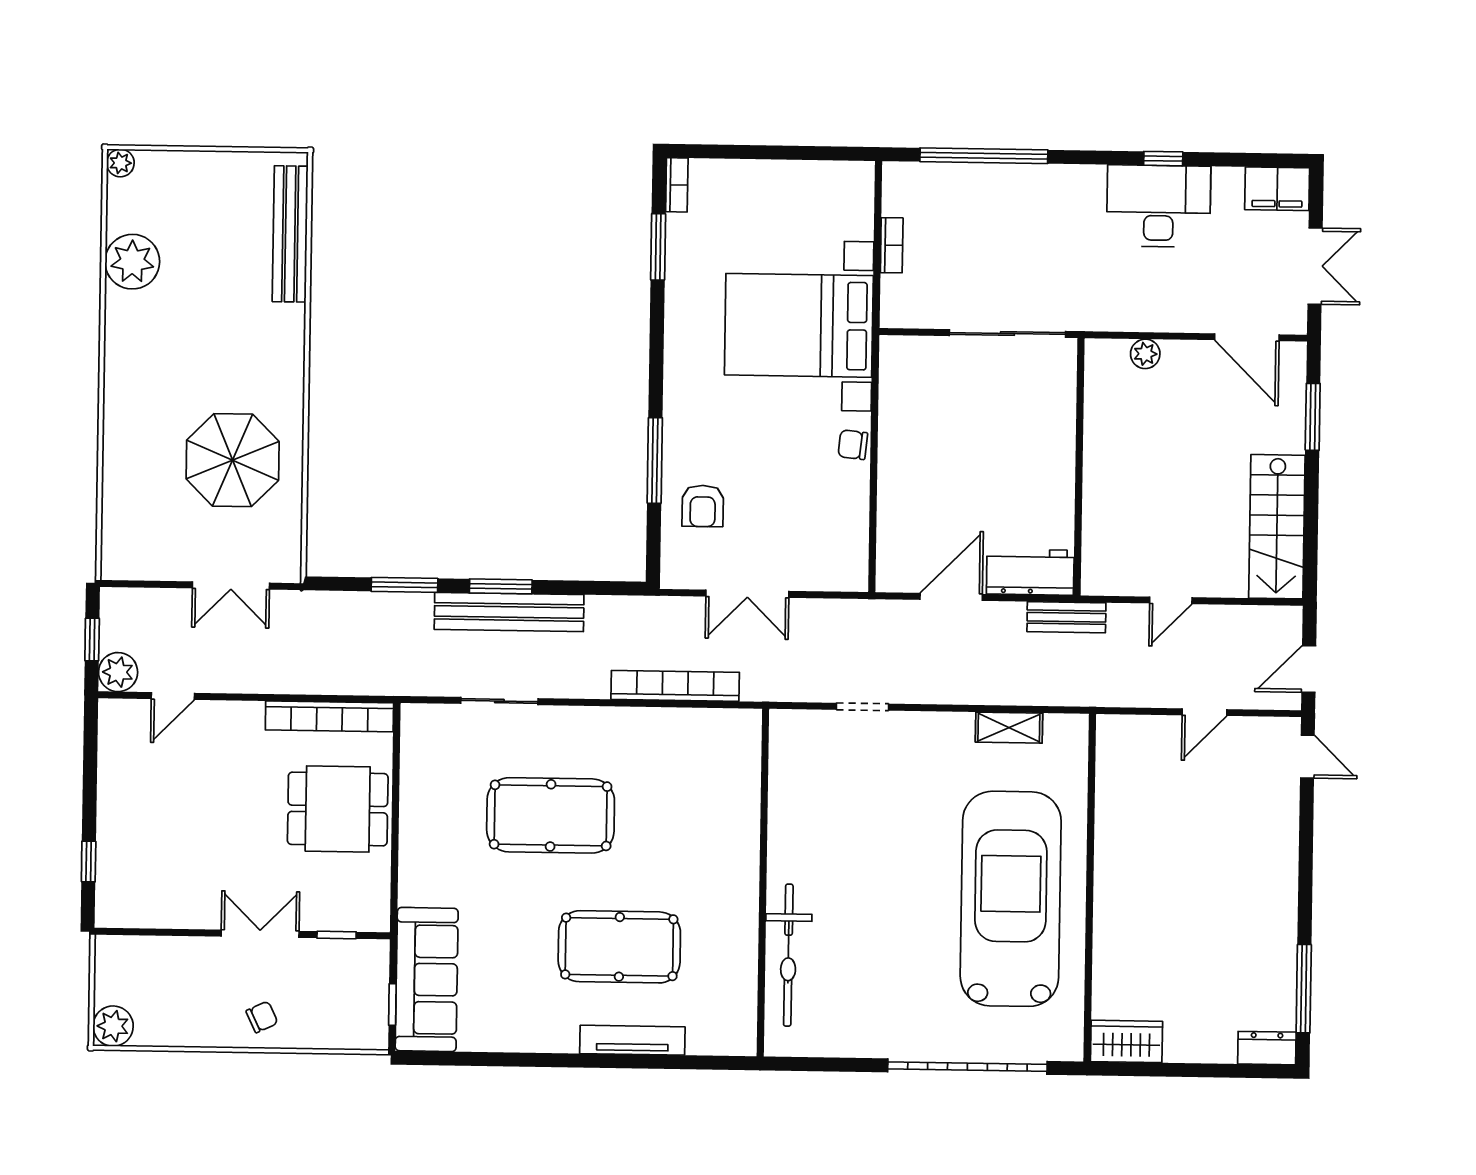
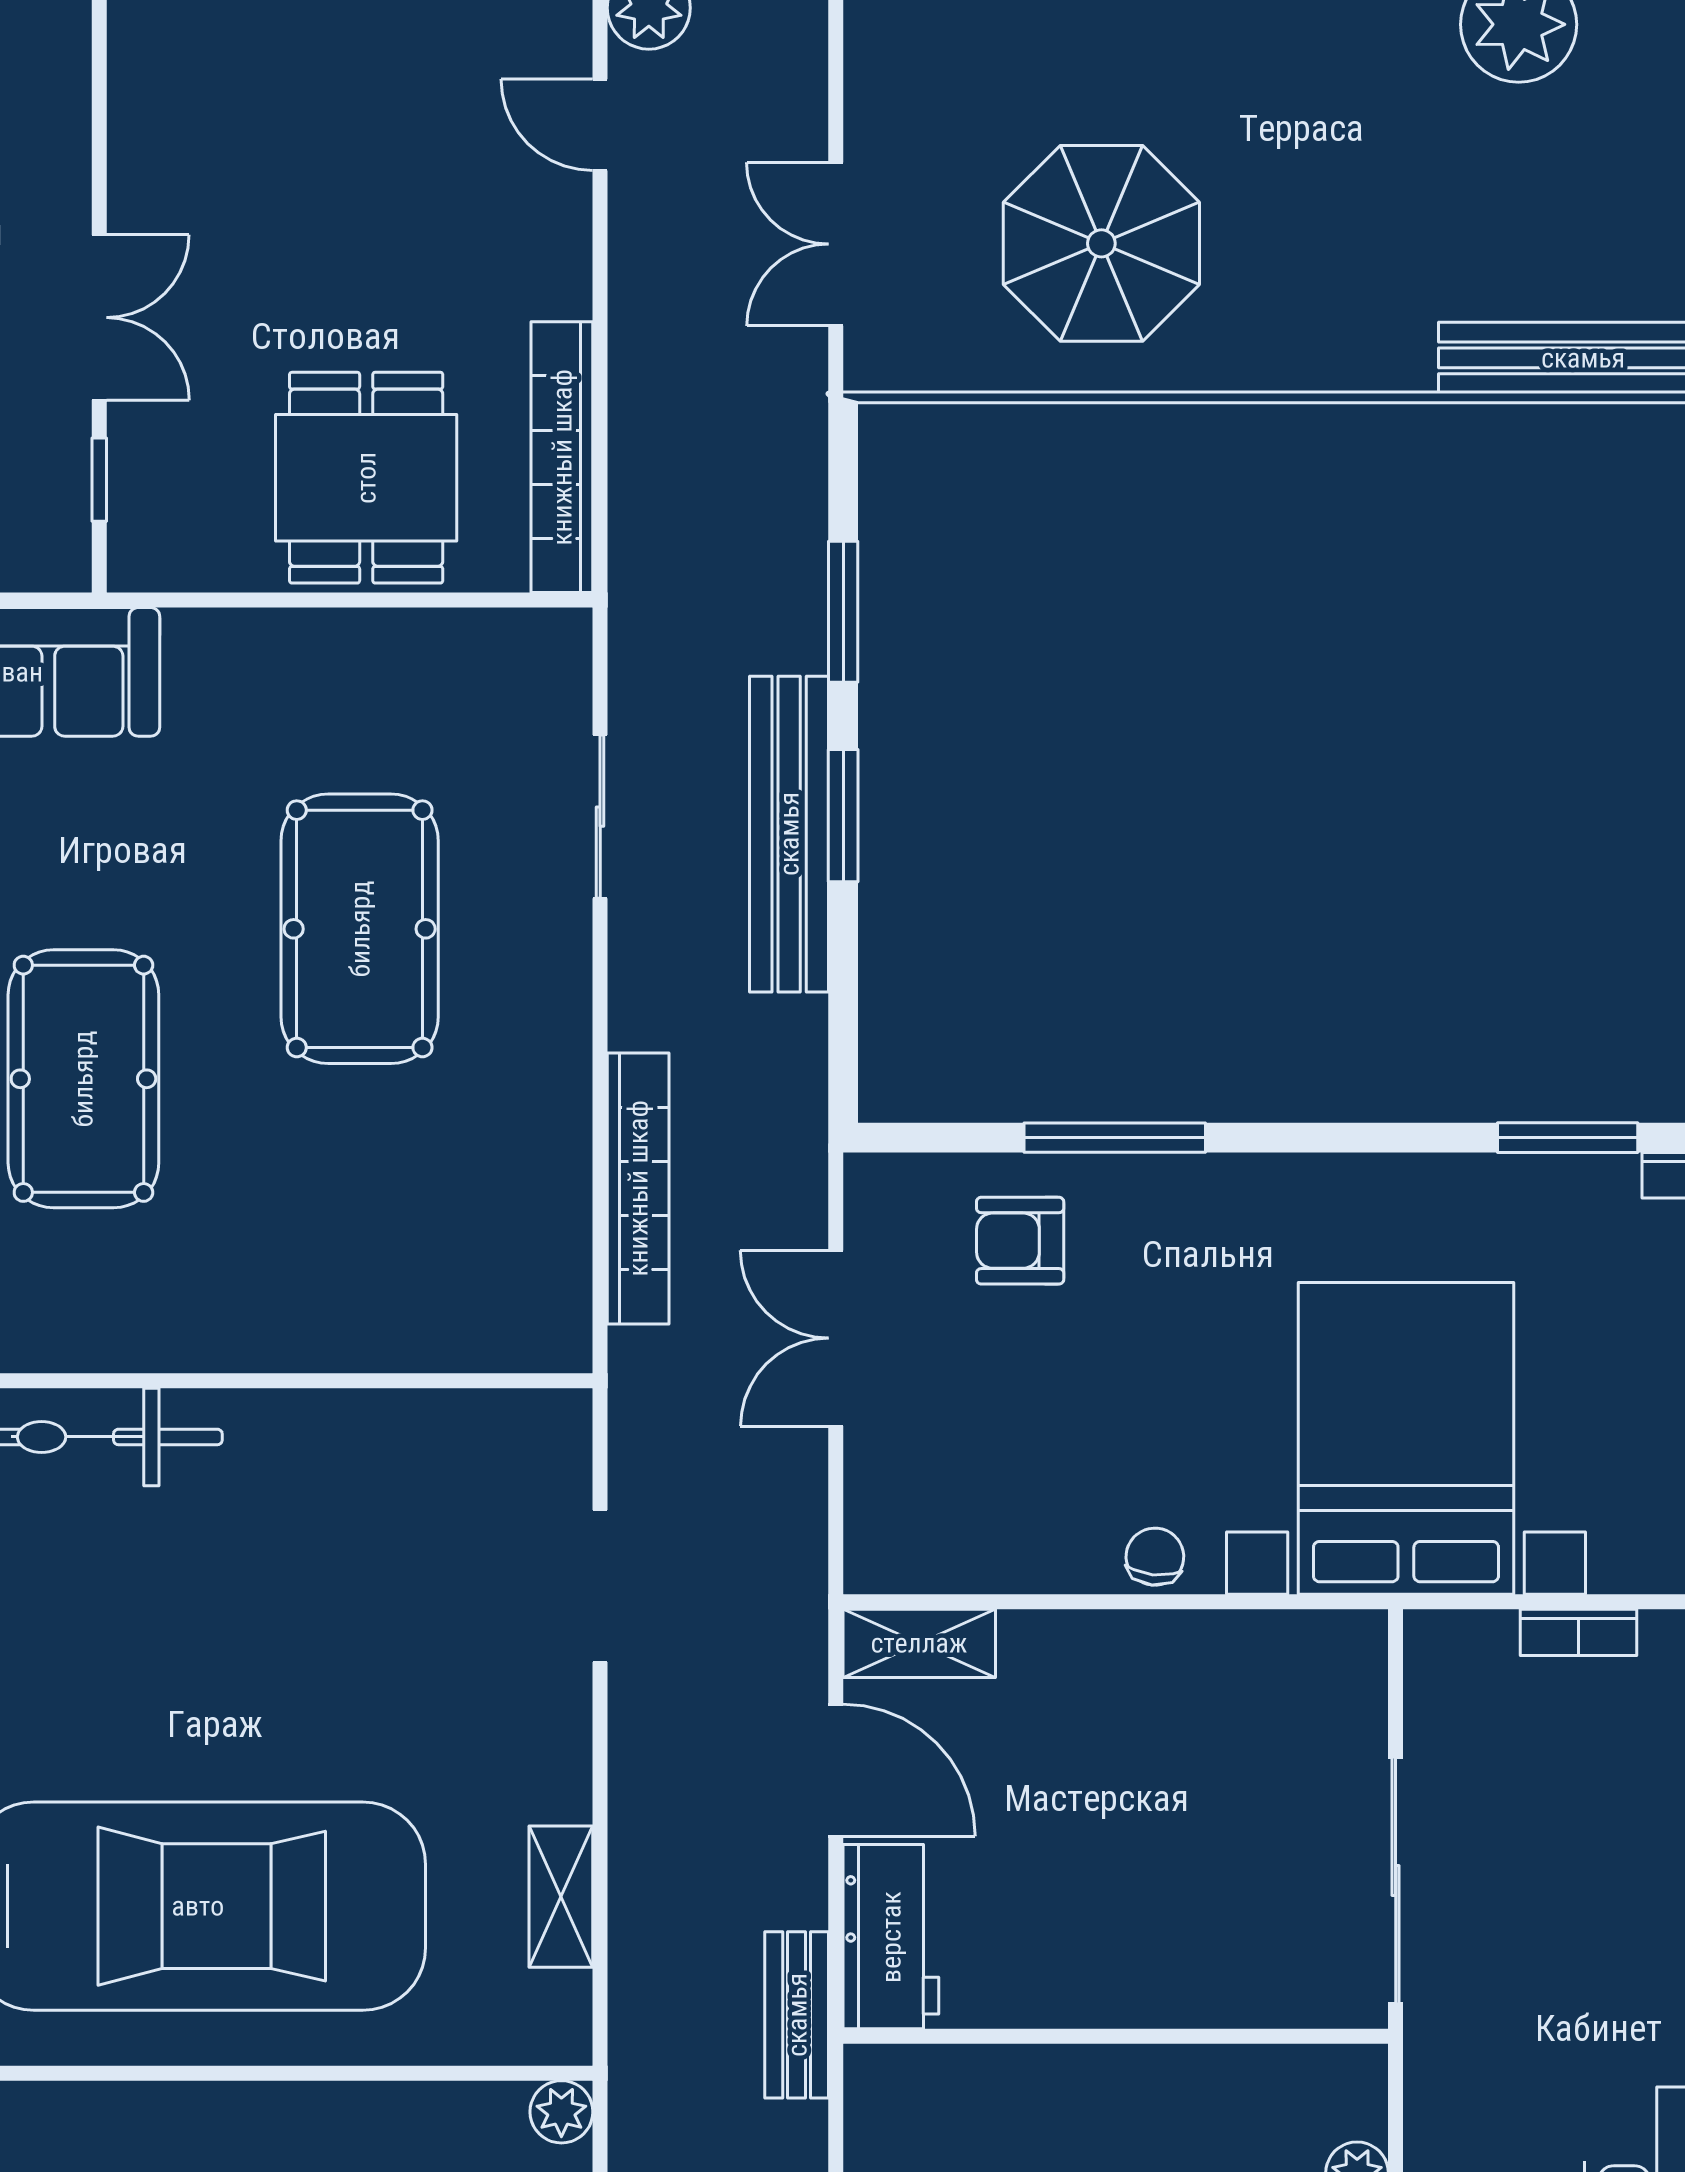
shelving: (892, 557) -> (919, 1643), added
doorway: (863, 707) -> (600, 1586), width x1.38
plant: (1110, 729) -> (561, 2112), added

